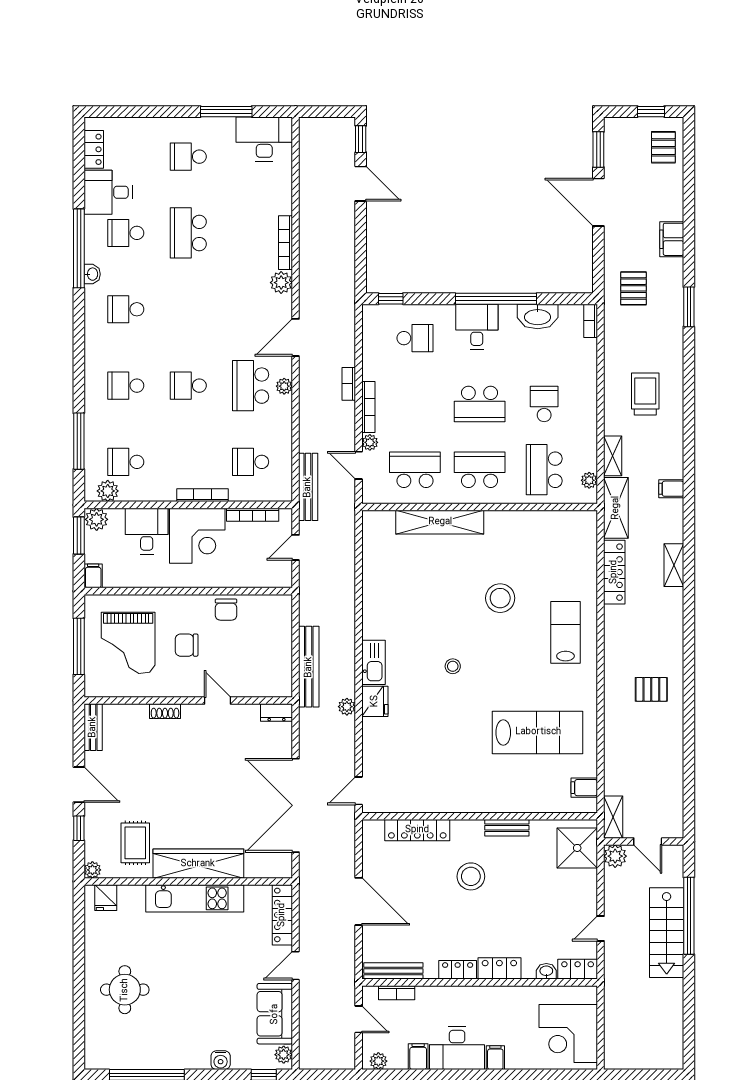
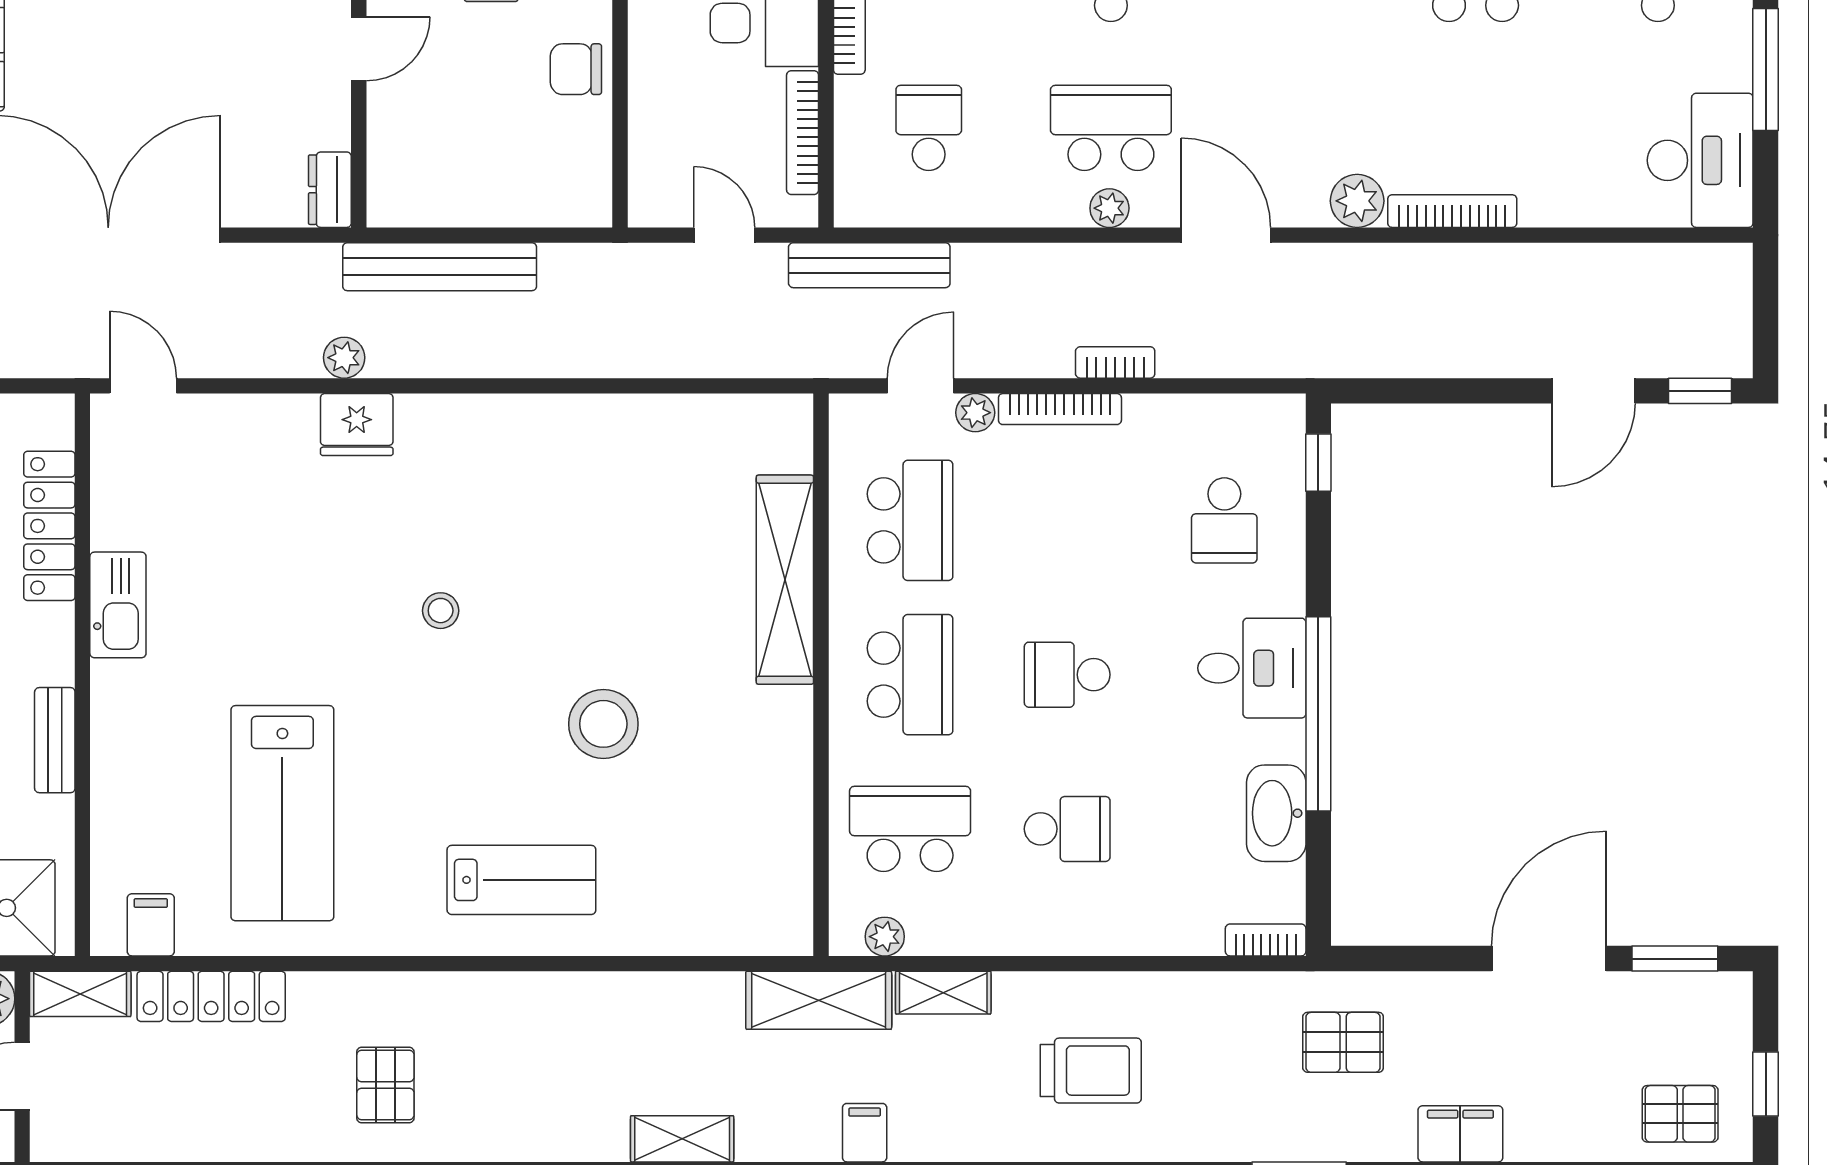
school desk: (480, 404) -> (1067, 675), width x0.54
locker: (614, 572) -> (211, 996), moved
kitchen sink: (373, 662) -> (118, 605), moved, turned -90

